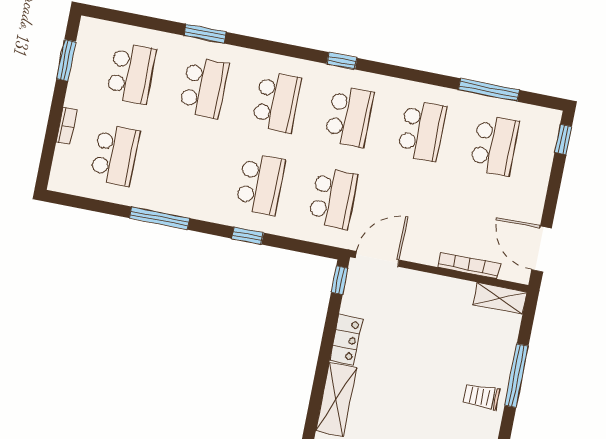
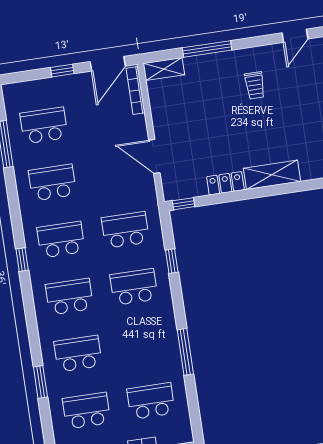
window: (205, 34) -> (40, 382), moved
window: (563, 139) -> (62, 71), moved
window: (248, 236) -> (172, 261), moved
door: (377, 259) -> (154, 156), moved
bookcase: (469, 266) -> (136, 91), moved
shelving: (500, 298) -> (164, 69), moved, turned 90
trolley: (481, 396) -> (255, 85), moved

